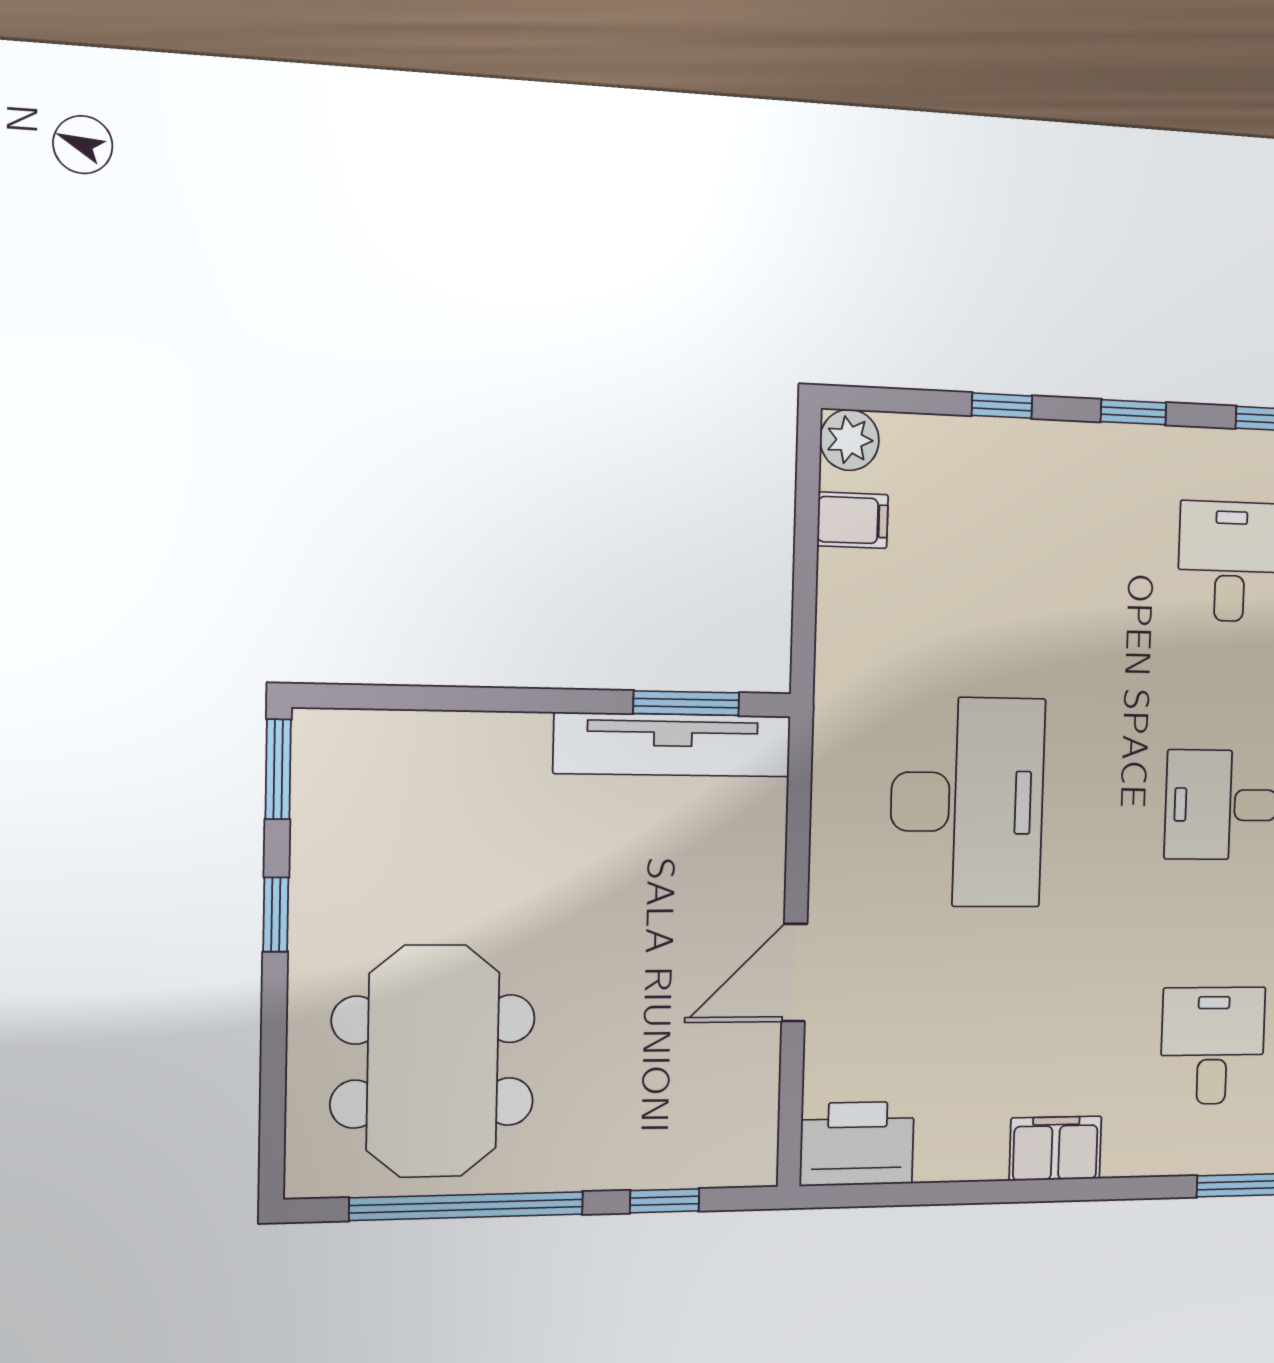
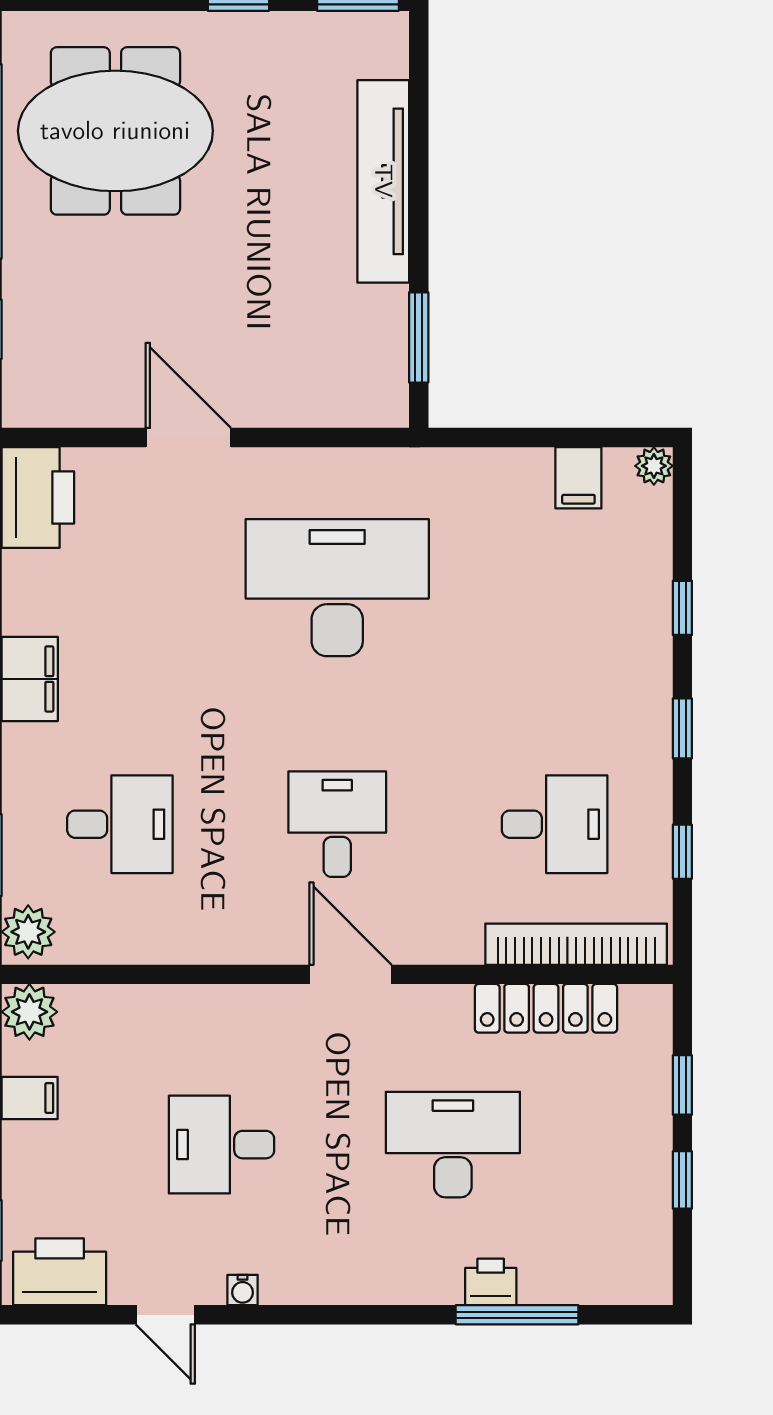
plant: (850, 440) -> (654, 466), width x0.73, depth x0.73
tv unit: (673, 745) -> (383, 181), moved
desk: (967, 802) -> (337, 588), turned 180

